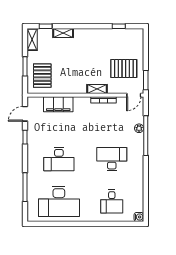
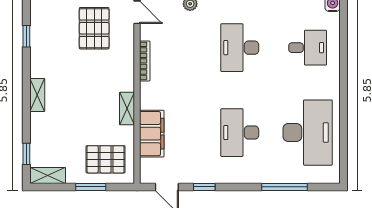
shelving: (63, 33) -> (37, 95), moved
shelving: (97, 89) -> (127, 109), moved
desk: (59, 159) -> (240, 133), turned 180

